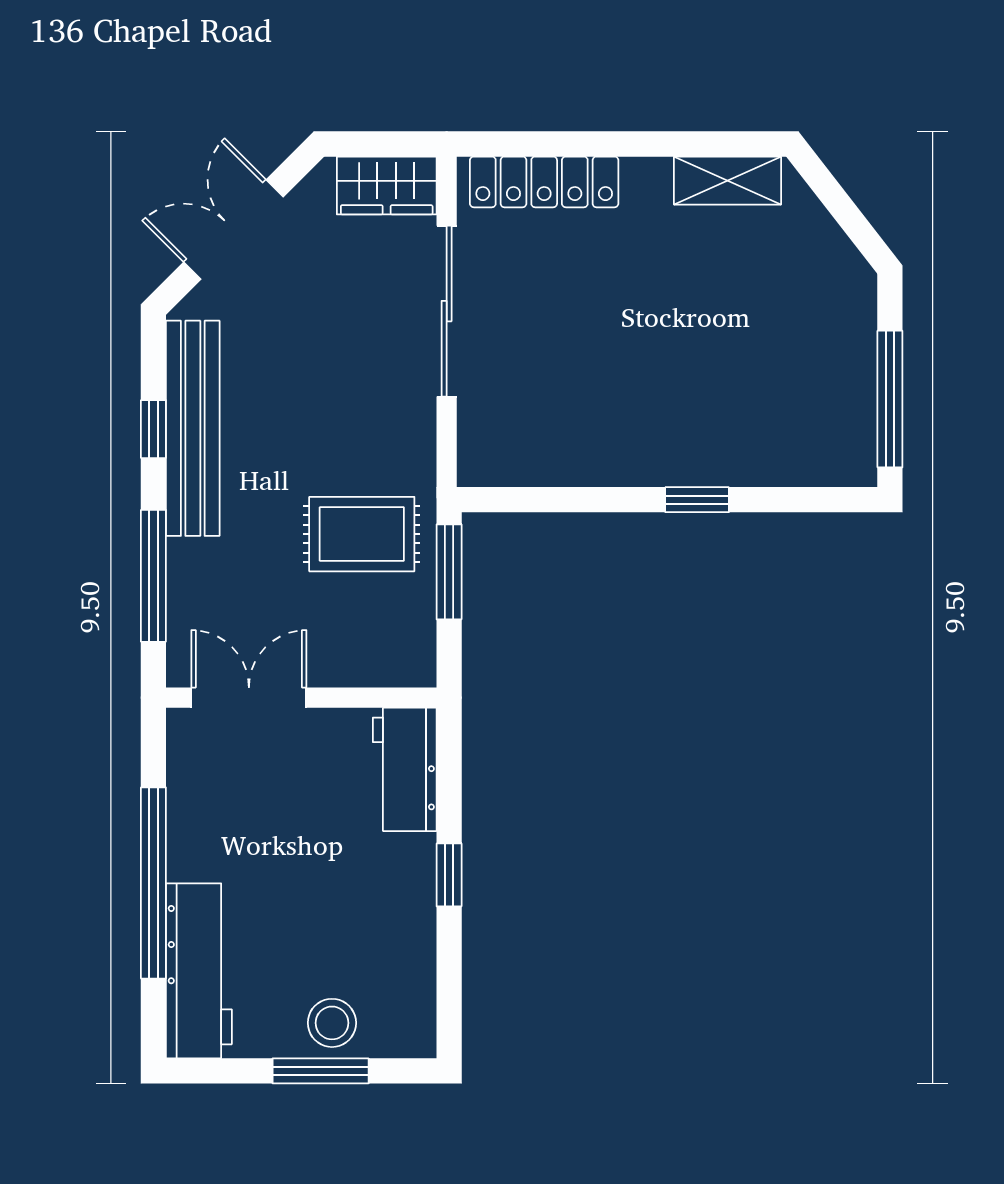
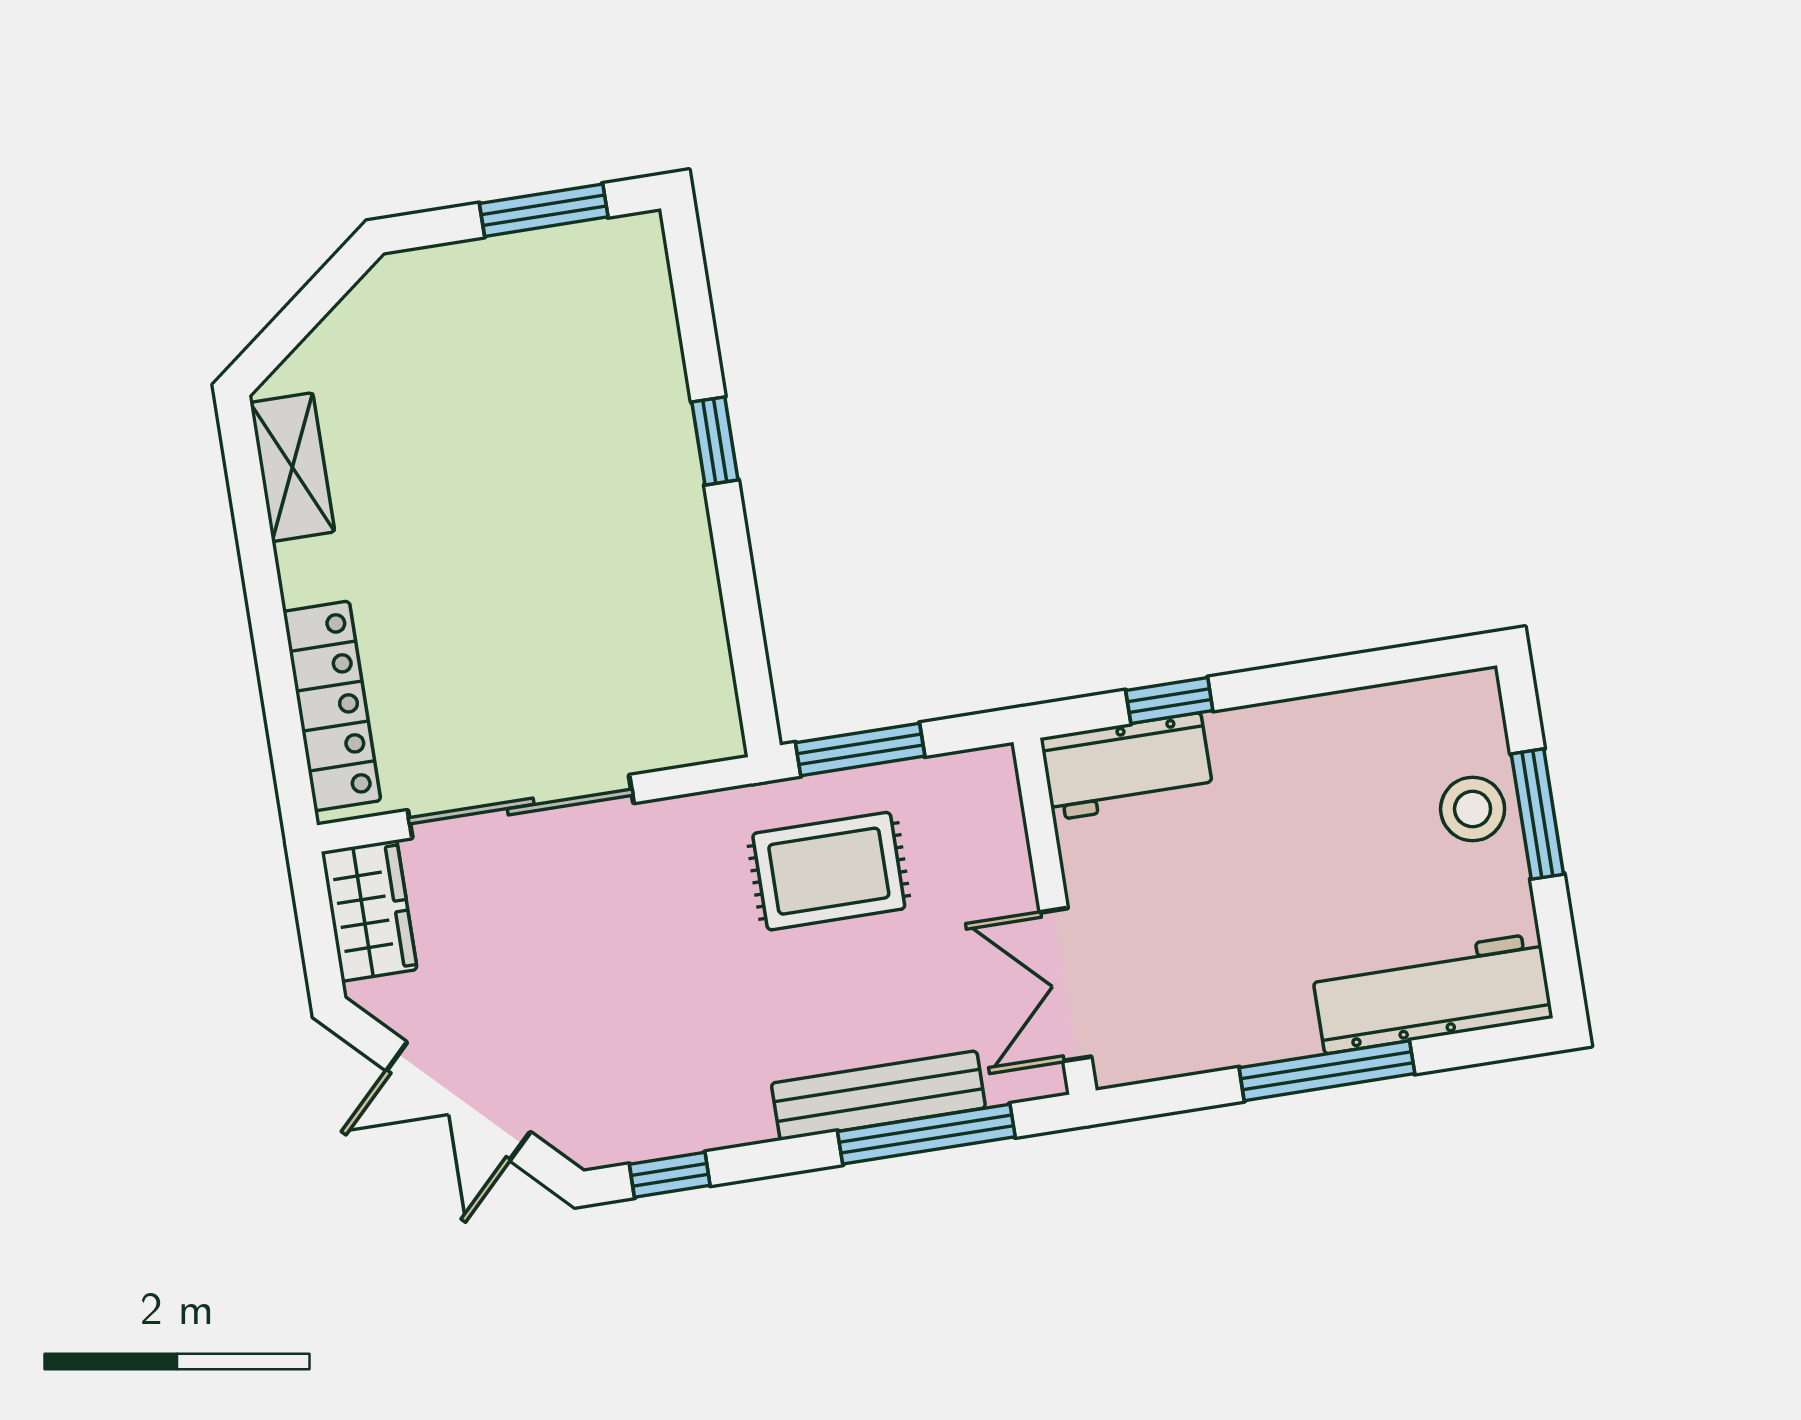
window: (890, 399) -> (544, 210), width x0.69
bench: (193, 428) -> (878, 1095), moved, width x0.73, depth x0.82
window: (153, 429) -> (670, 1175), moved
rug: (362, 534) -> (829, 871), turned 90
window: (449, 875) -> (1169, 700), moved
window: (153, 883) -> (1327, 1071), width x0.68

